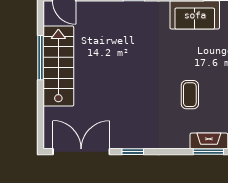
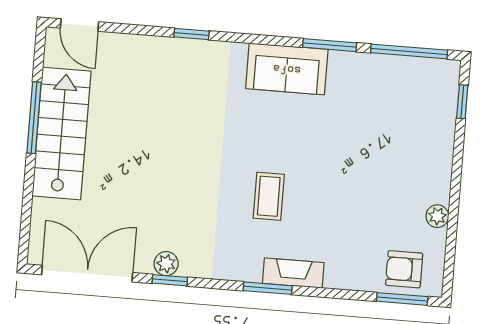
plant: (130, 141) -> (166, 264), added
window: (208, 152) -> (268, 288), moved

